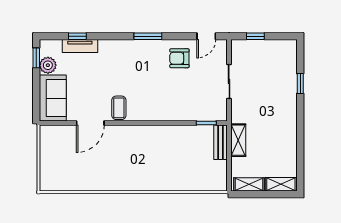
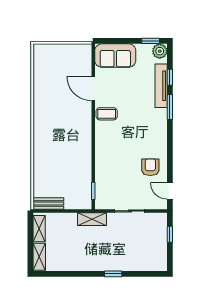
window: (148, 36) -> (170, 107), moved
tv unit: (80, 46) -> (161, 86), width x1.41
plant: (48, 65) -> (160, 51), moved
window: (300, 83) -> (113, 274), moved
shelving: (238, 140) -> (92, 219), moved
bench: (221, 142) -> (48, 203), moved

